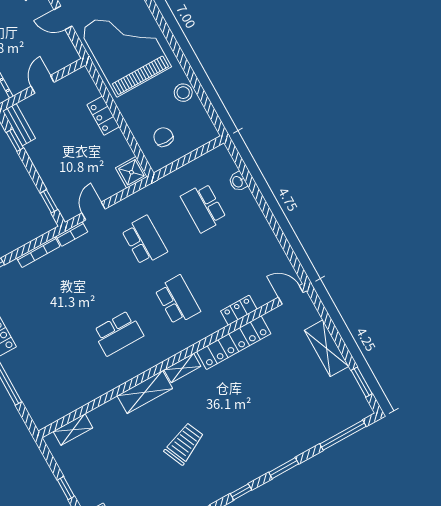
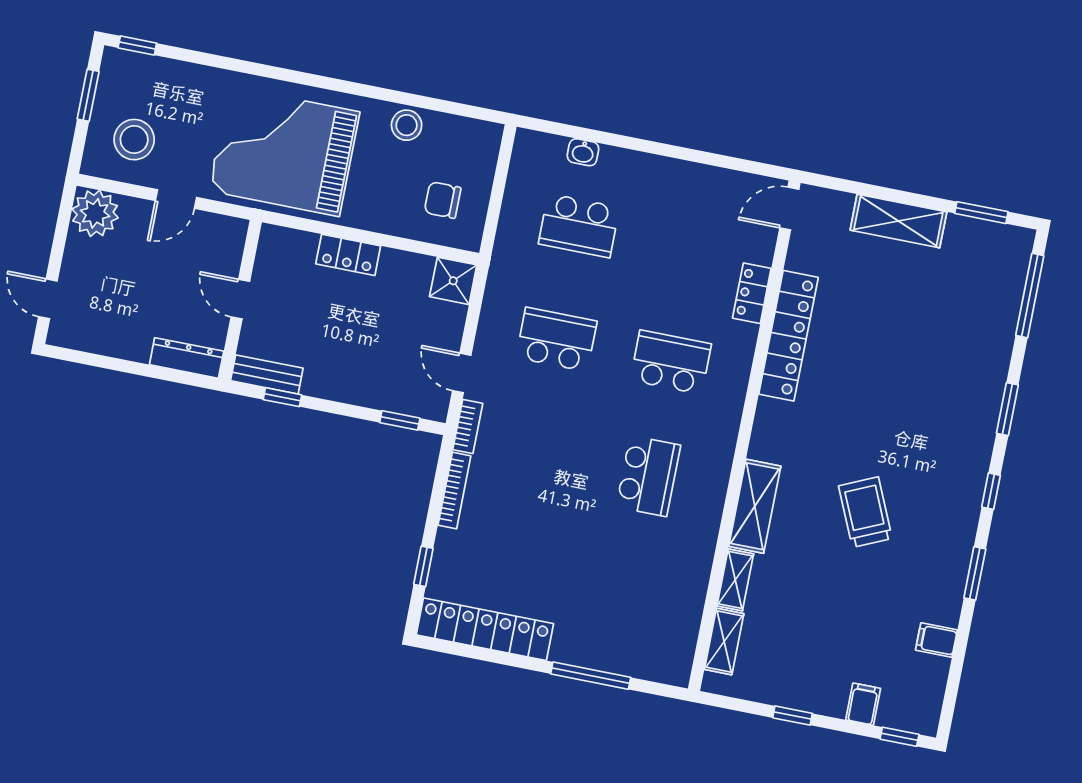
shelving: (182, 368) -> (735, 580), moved

